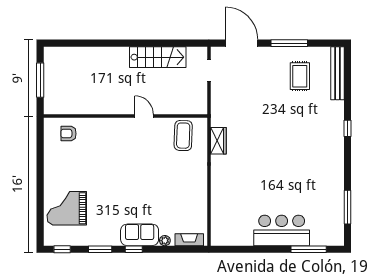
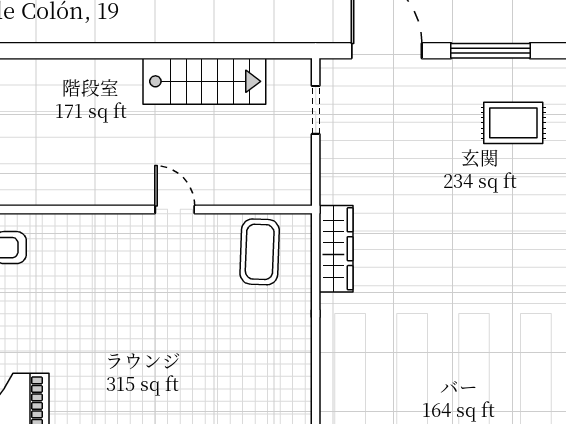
rug: (300, 76) -> (513, 123), turned 90
wardrobe: (218, 141) -> (336, 249), width x1.50

